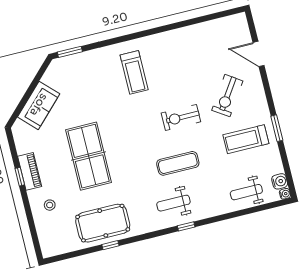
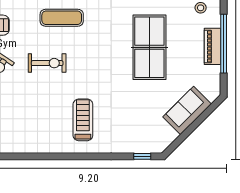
window: (70, 52) -> (142, 156), width x0.67
window: (20, 177) -> (224, 44), width x3.17

